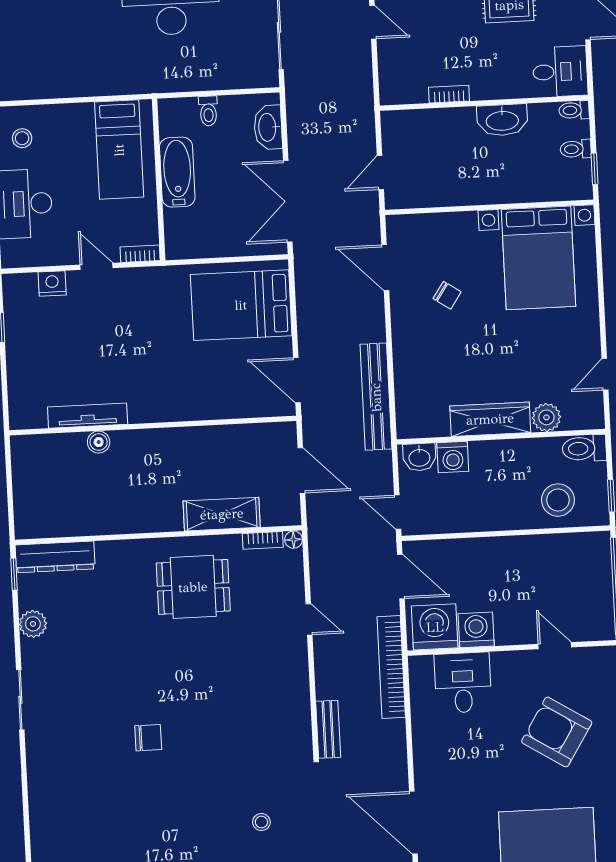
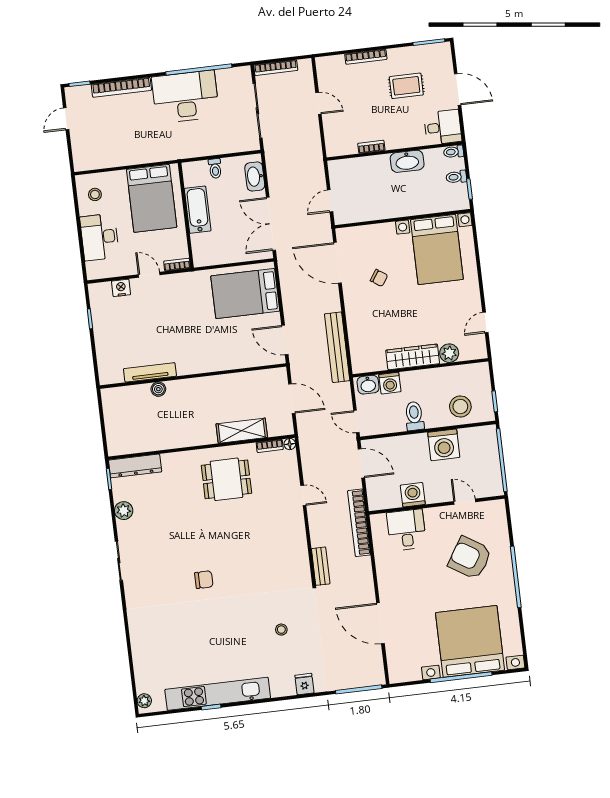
bed: (119, 150) -> (152, 198), width x1.50
door: (385, 268) -> (337, 263), width x1.36
toilet: (584, 448) -> (414, 416), moved, turned 90
washing machine: (435, 627) -> (444, 445), moved, turned 180

